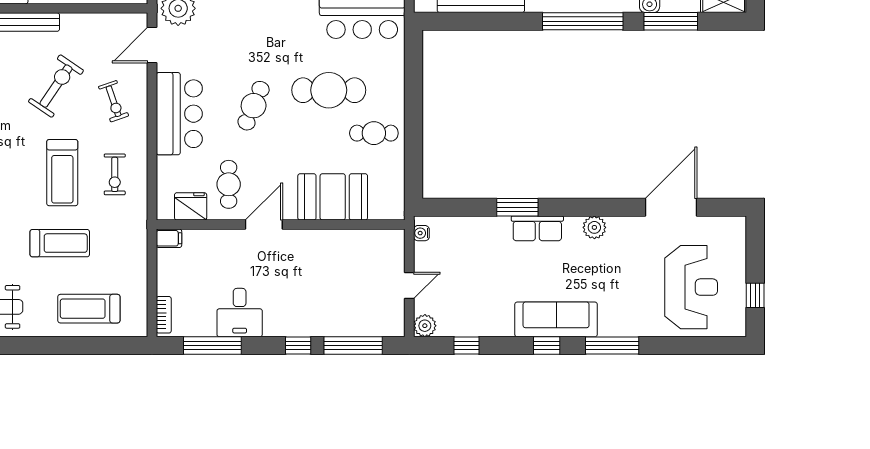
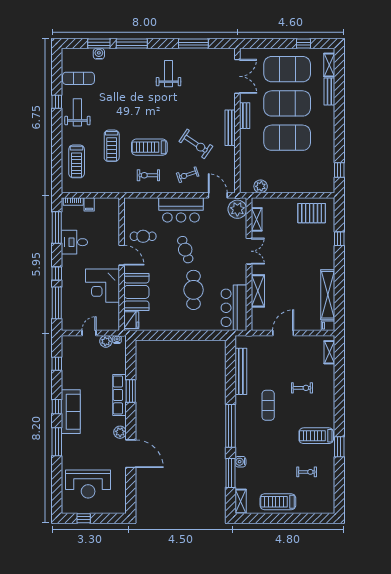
cafe table: (254, 106) -> (185, 250), turned 49
cafe table: (374, 133) -> (171, 314), removed
fridge: (191, 206) -> (131, 320), moved
door: (671, 207) -> (131, 454), moved
row of seats: (537, 228) -> (120, 395), width x1.48
filing cabinet: (169, 238) -> (89, 204), moved
corner desk: (321, 260) -> (102, 286), added
door: (409, 285) -> (89, 333), swing flipped
treadmill: (89, 309) -> (77, 161), turned 180
plant: (425, 326) -> (106, 341), moved

